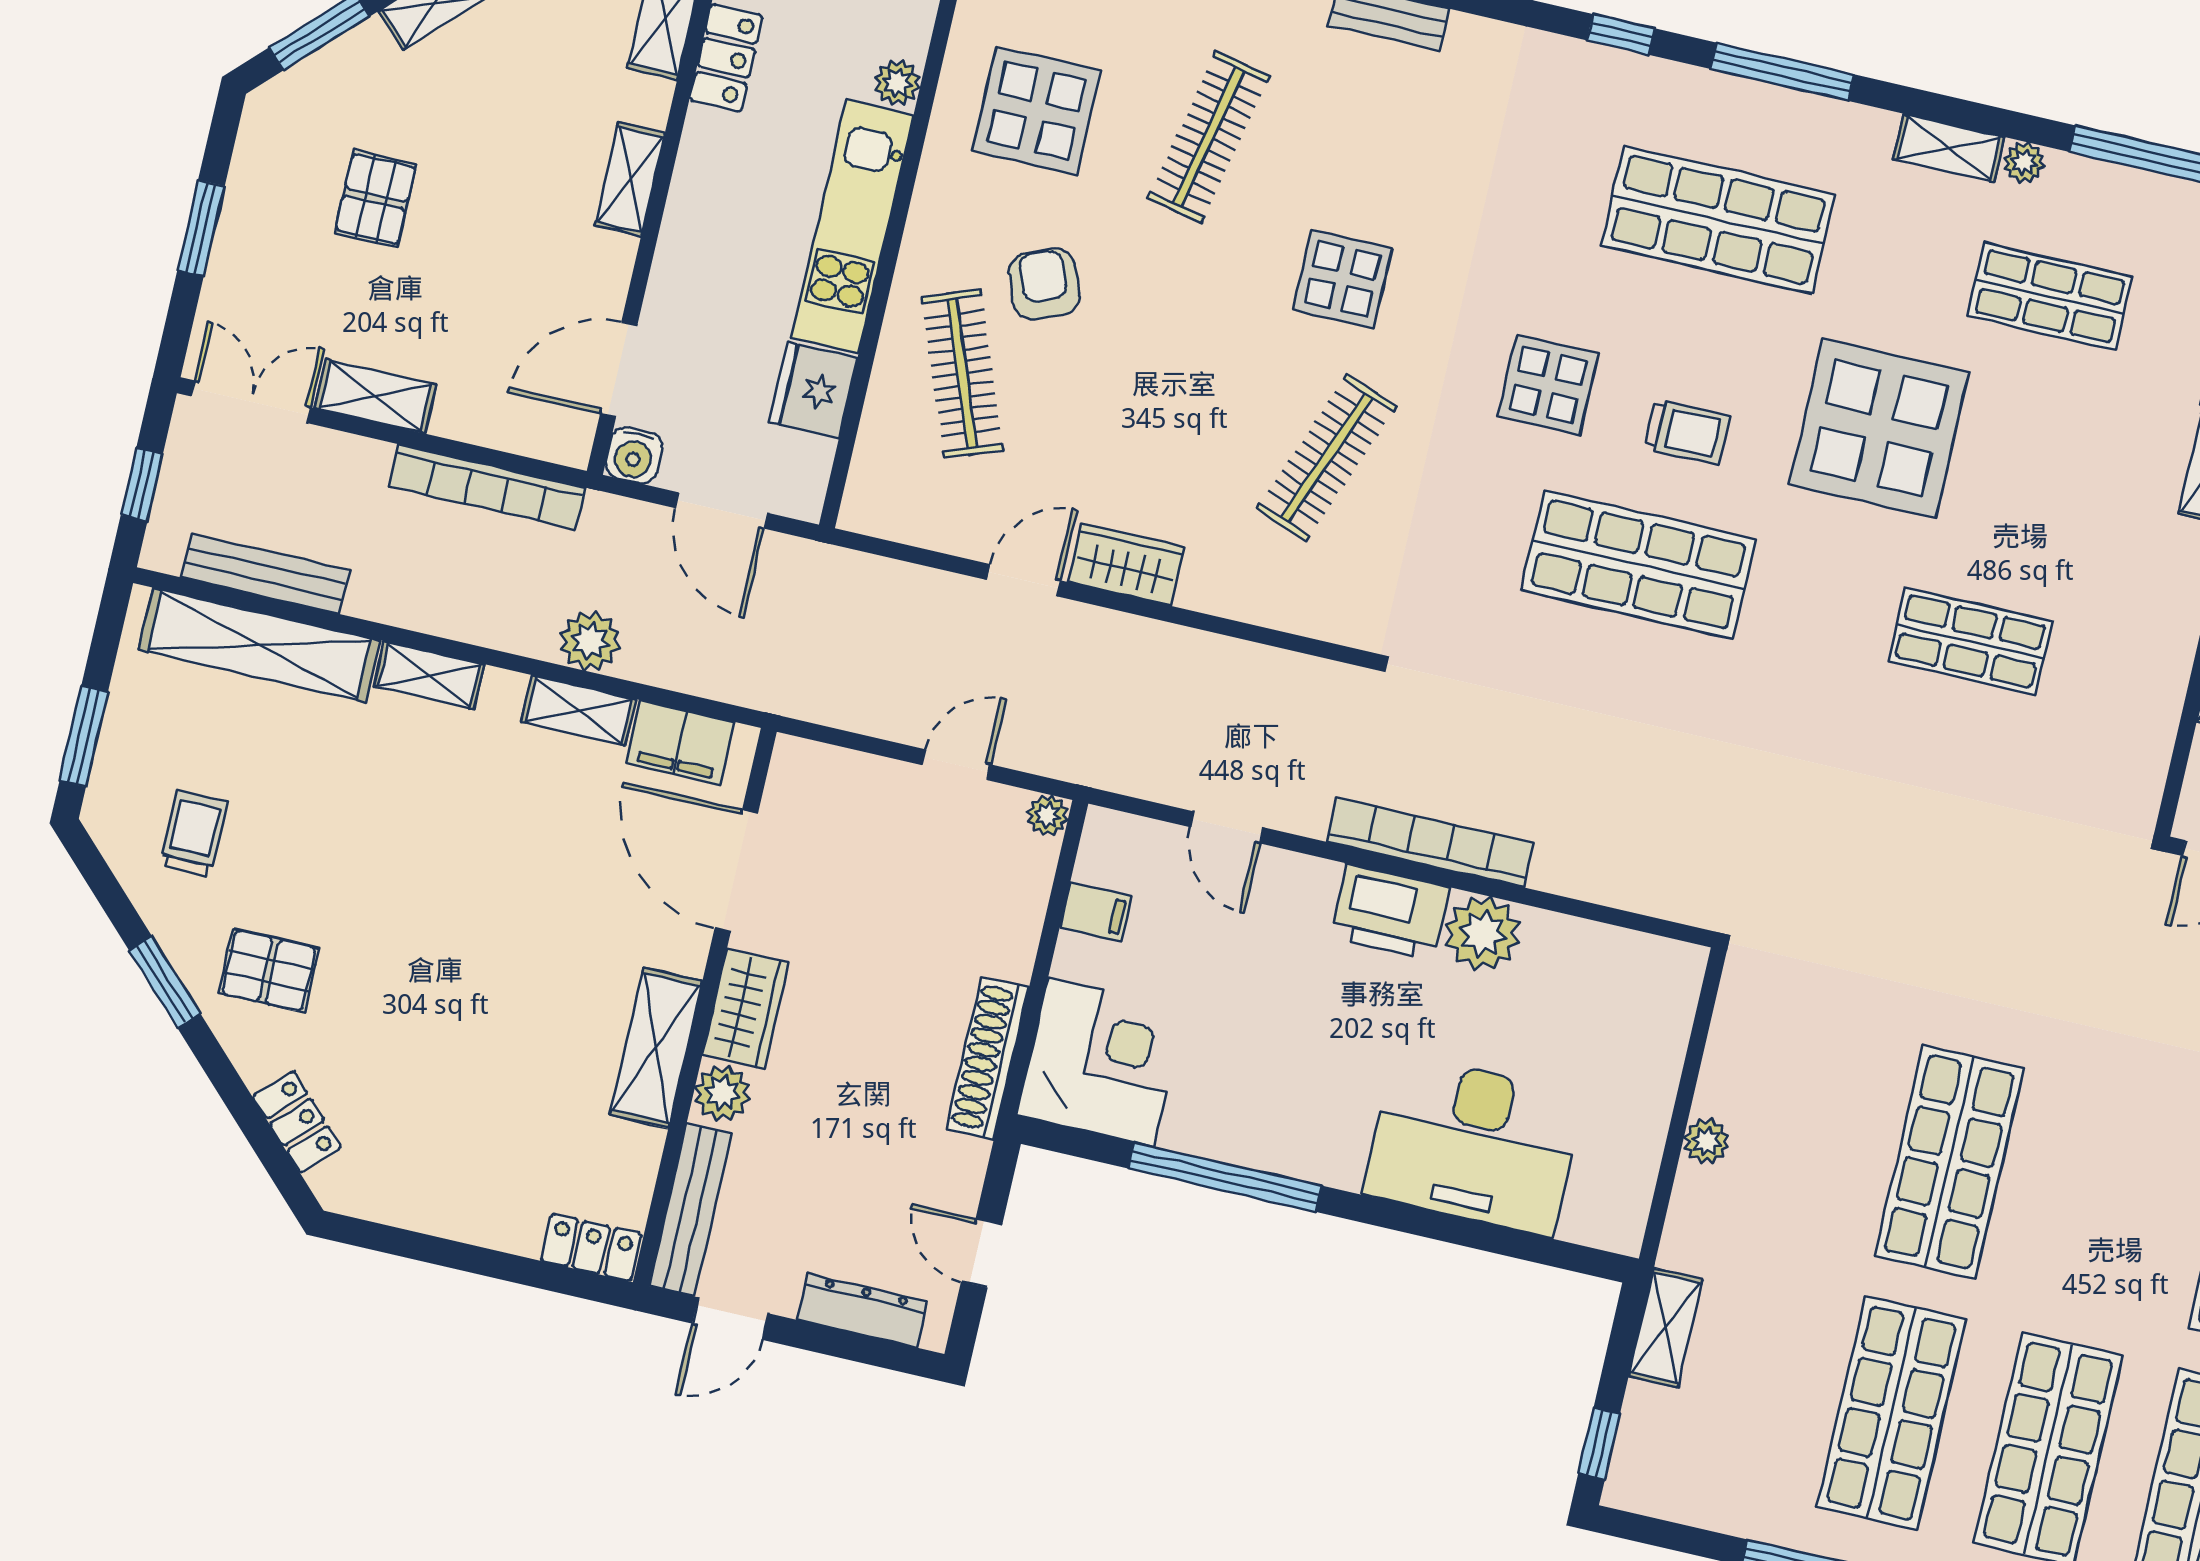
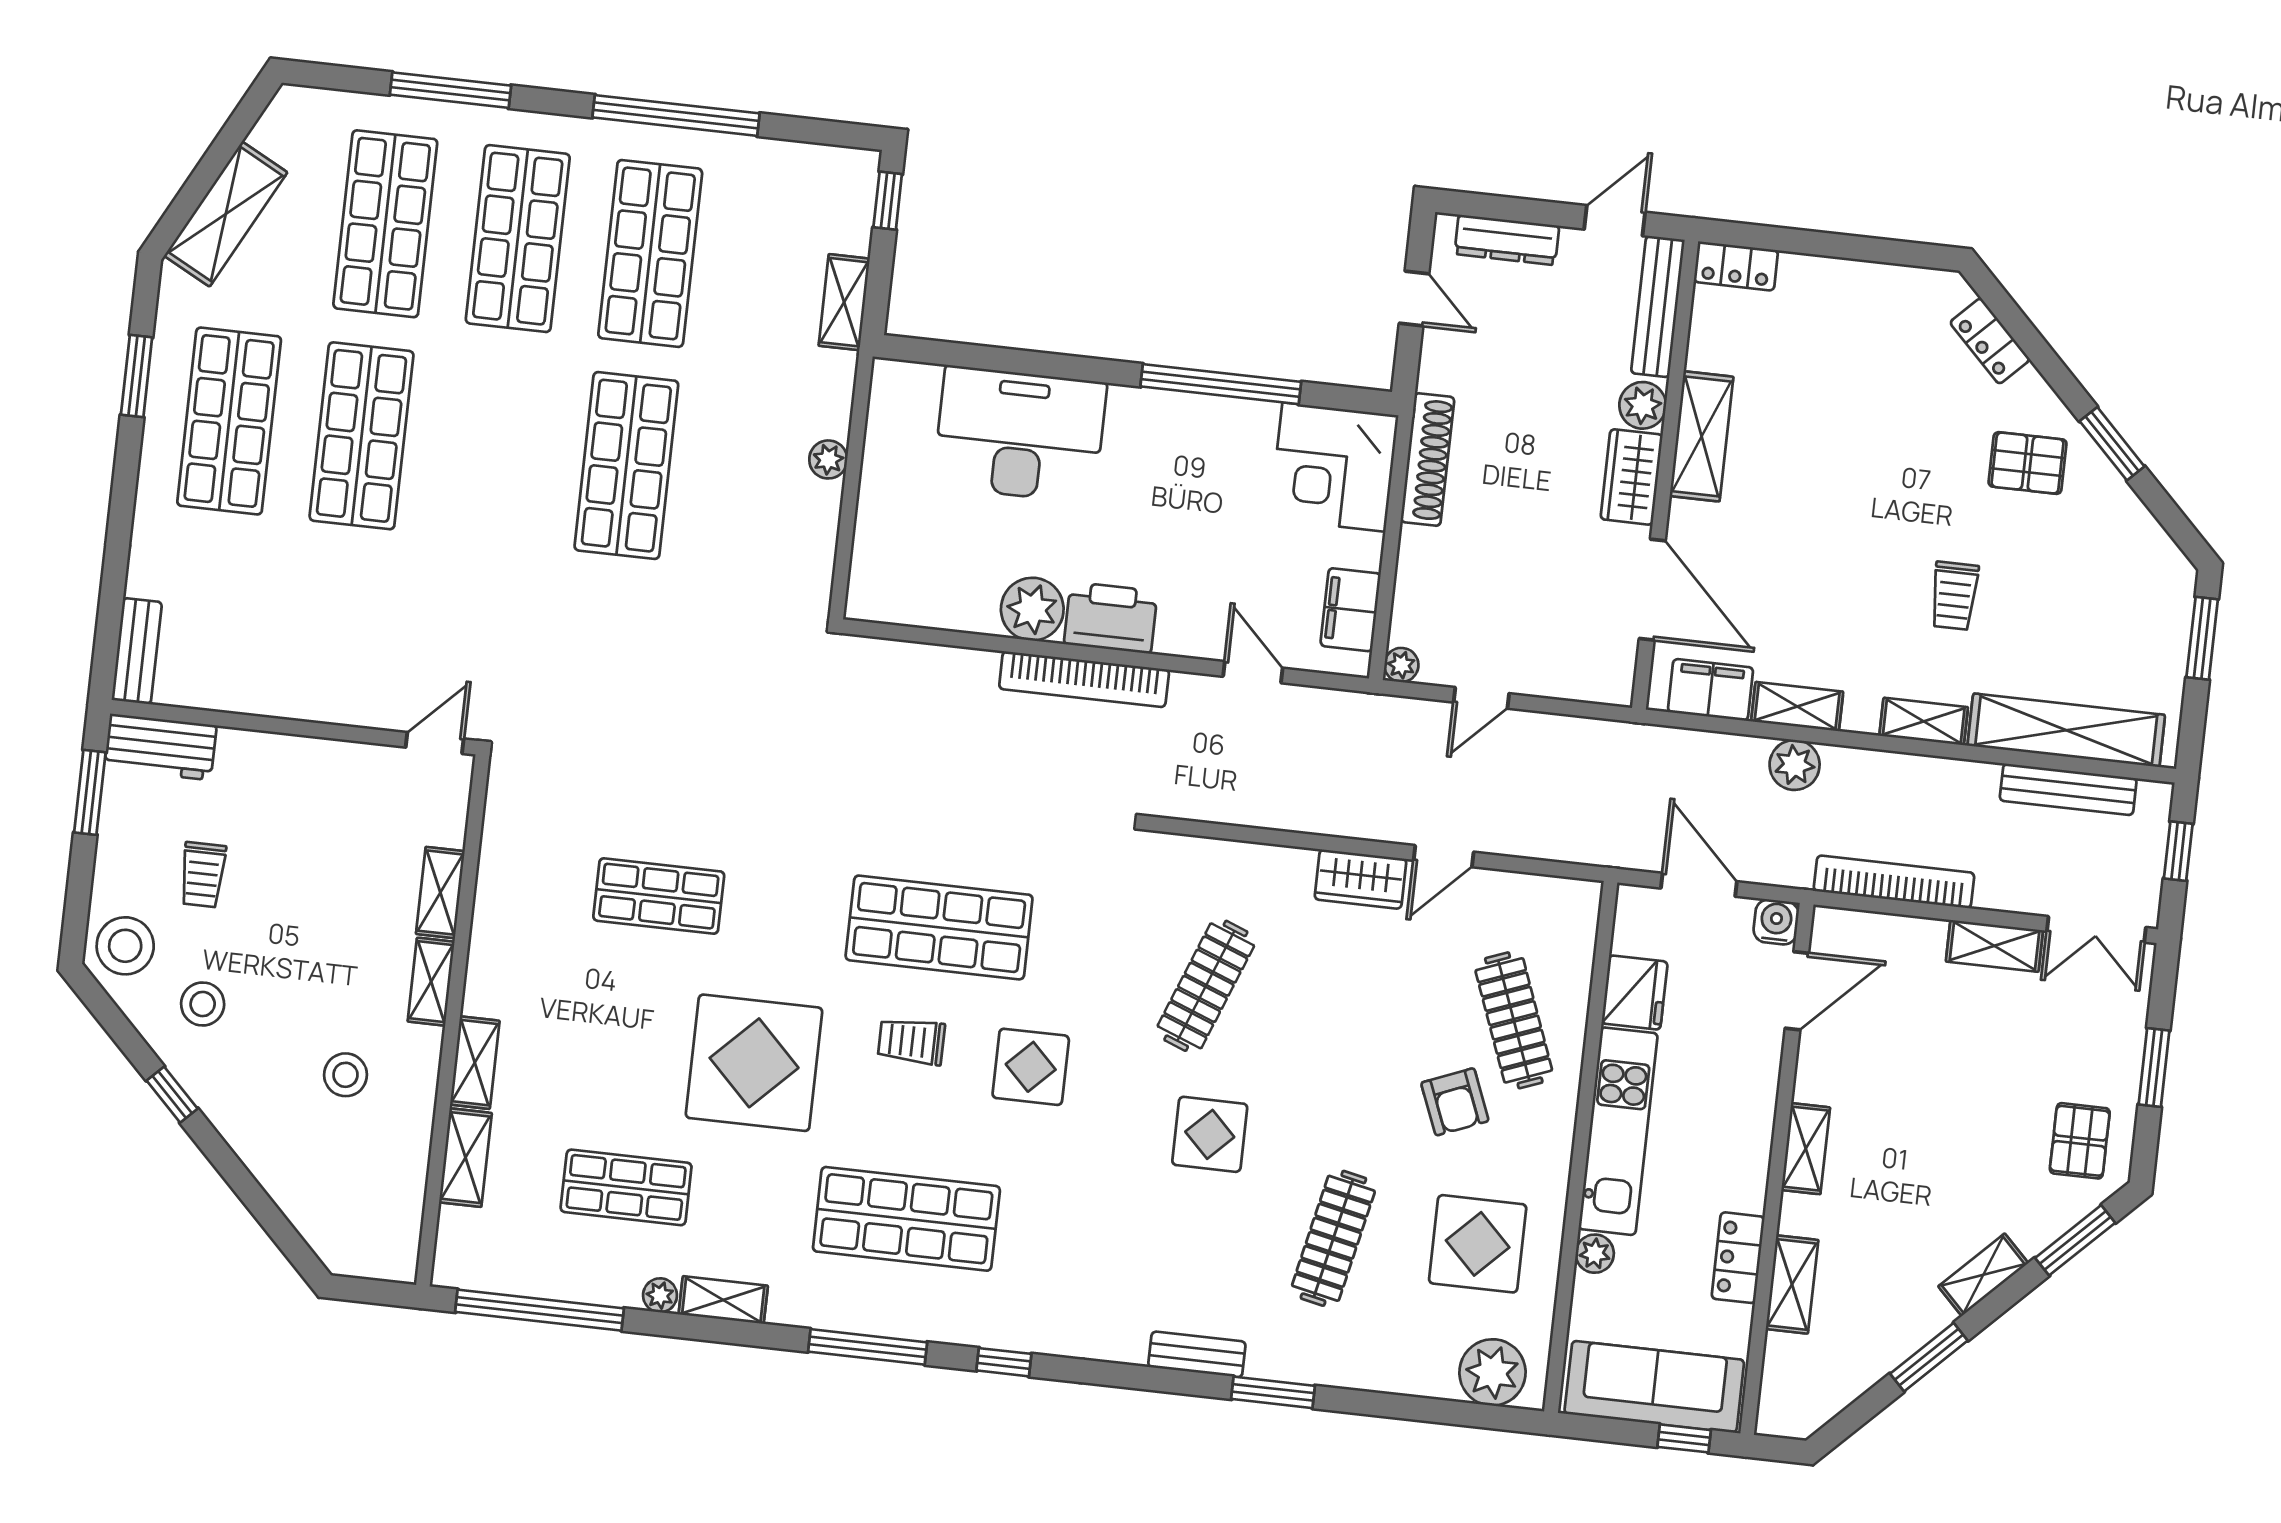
pallet: (376, 199) -> (2080, 1141), moved
trolley: (194, 833) -> (1954, 596), moved
filing cabinet: (1096, 912) -> (1351, 610), width x2.00

